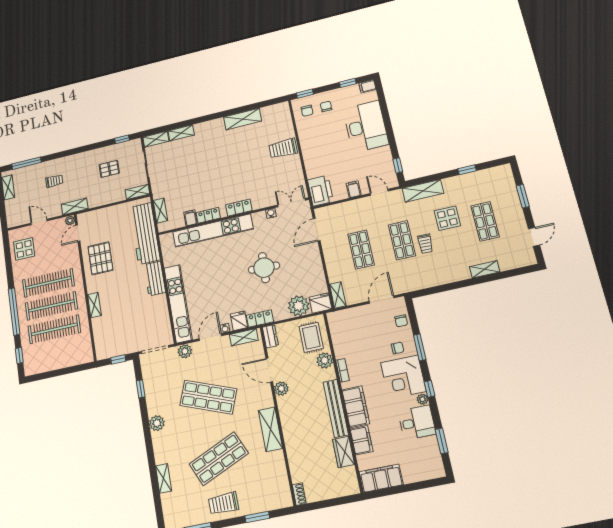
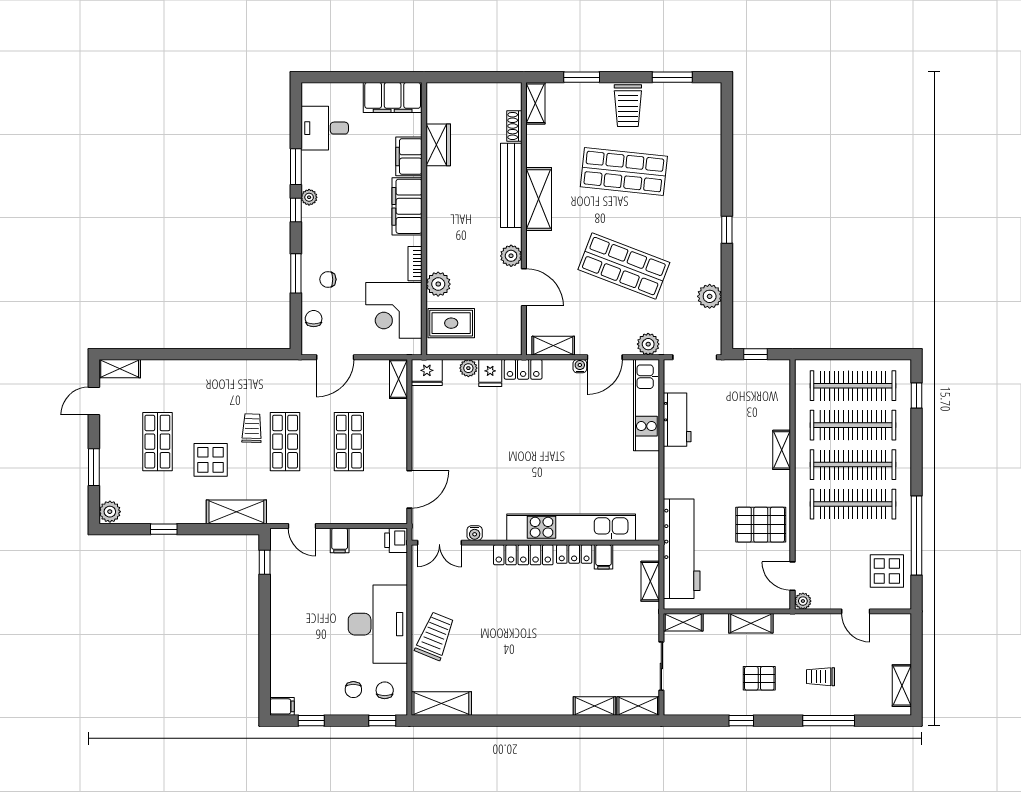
shelving: (243, 119) -> (441, 703), moved
desk: (366, 126) -> (378, 624), moved, turned 180
window: (122, 139) -> (741, 721), moved
trolley: (283, 148) -> (435, 636), turned -68
window: (27, 163) -> (829, 721), moved
pallet: (109, 169) -> (759, 678), moved
plant: (505, 172) -> (110, 512), added
printer: (320, 191) -> (396, 540), width x0.53, depth x0.68
shelving: (75, 206) -> (751, 623), moved
locker: (239, 208) -> (523, 555), width x1.53
door: (78, 233) -> (793, 576), swing flipped
pallet: (100, 258) -> (761, 525), turned 90
round table: (264, 268) -> (502, 448), removed
shelving: (485, 269) -> (120, 369), moved
workbench: (155, 278) -> (677, 420), moved
kitchen unit: (178, 304) -> (646, 405), width x0.73
plant: (299, 306) -> (468, 368), width x0.53, depth x0.53
window: (14, 312) -> (916, 536), moved
fridge: (239, 321) -> (490, 373), moved
dresser: (270, 336) -> (512, 338), removed
rug: (311, 337) -> (451, 323), turned 90
clothes rail: (57, 353) -> (853, 386), added
corner desk: (403, 377) -> (394, 310), moved, turned 180
window: (141, 389) -> (727, 230), moved
bench: (336, 408) -> (511, 185), moved
plant: (157, 423) -> (710, 296), moved
desk: (417, 423) -> (325, 128), moved
window: (442, 441) -> (296, 167), moved
shop shelf: (219, 459) -> (624, 172), turned 30
shelving: (164, 478) -> (535, 103), moved
shoe rack: (299, 494) -> (514, 126), moved
trolley: (224, 503) -> (628, 106), turned 91

